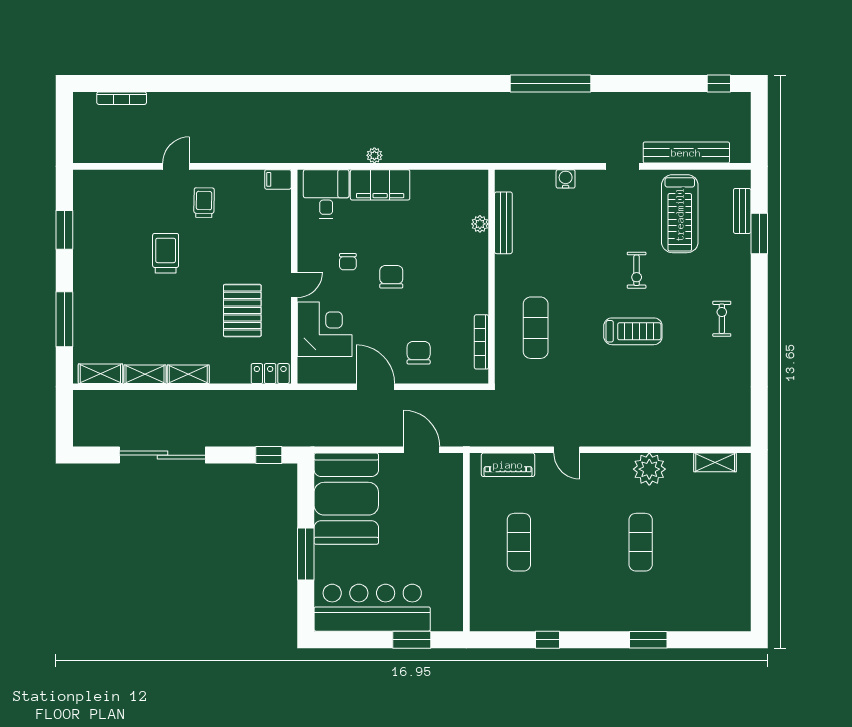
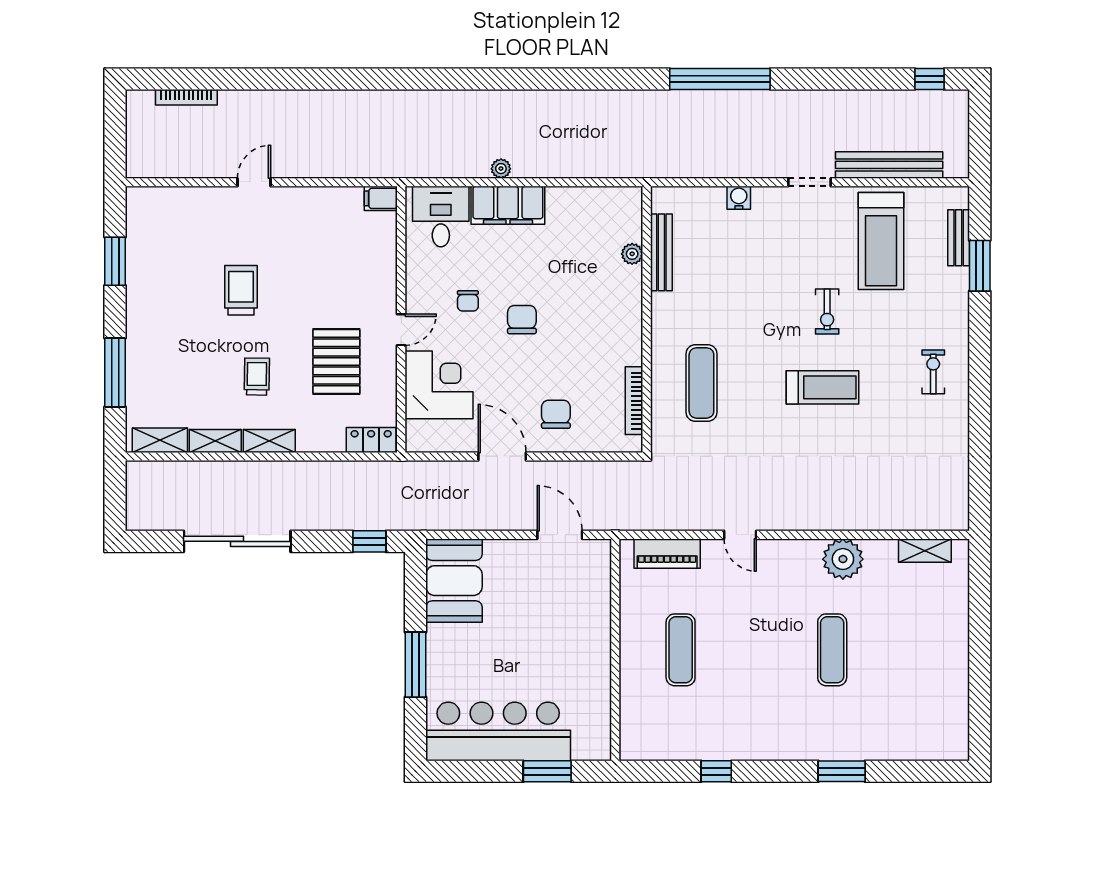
trolley: (204, 203) -> (257, 377), moved
booth: (346, 499) -> (454, 581), width x0.73, depth x0.70

